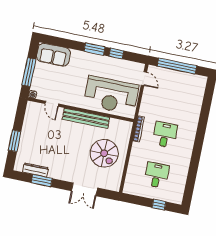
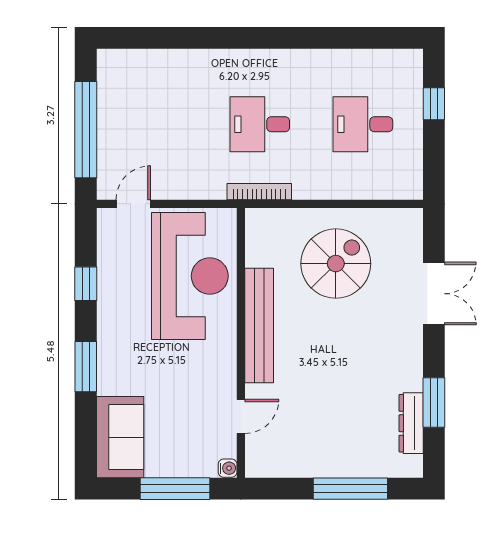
window: (94, 49) -> (86, 367), moved
window: (15, 141) -> (350, 489), width x1.44

